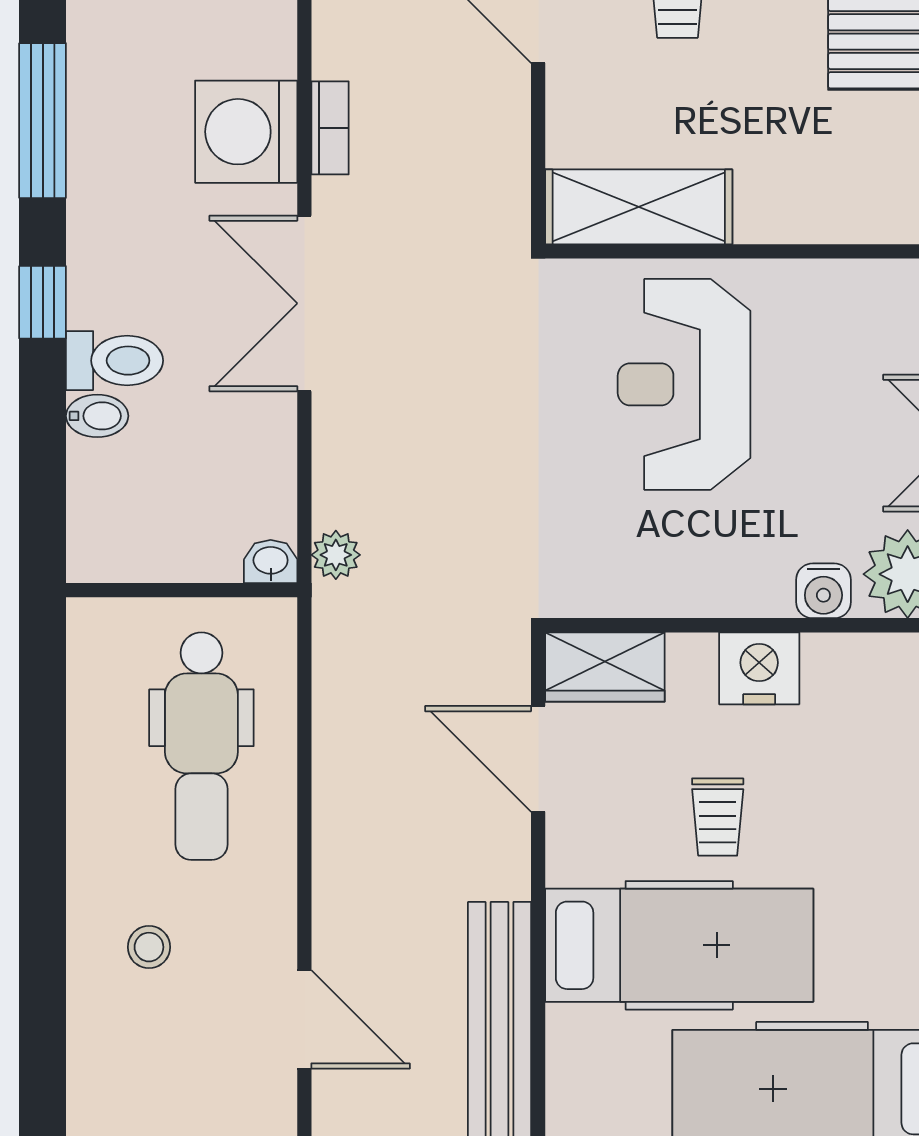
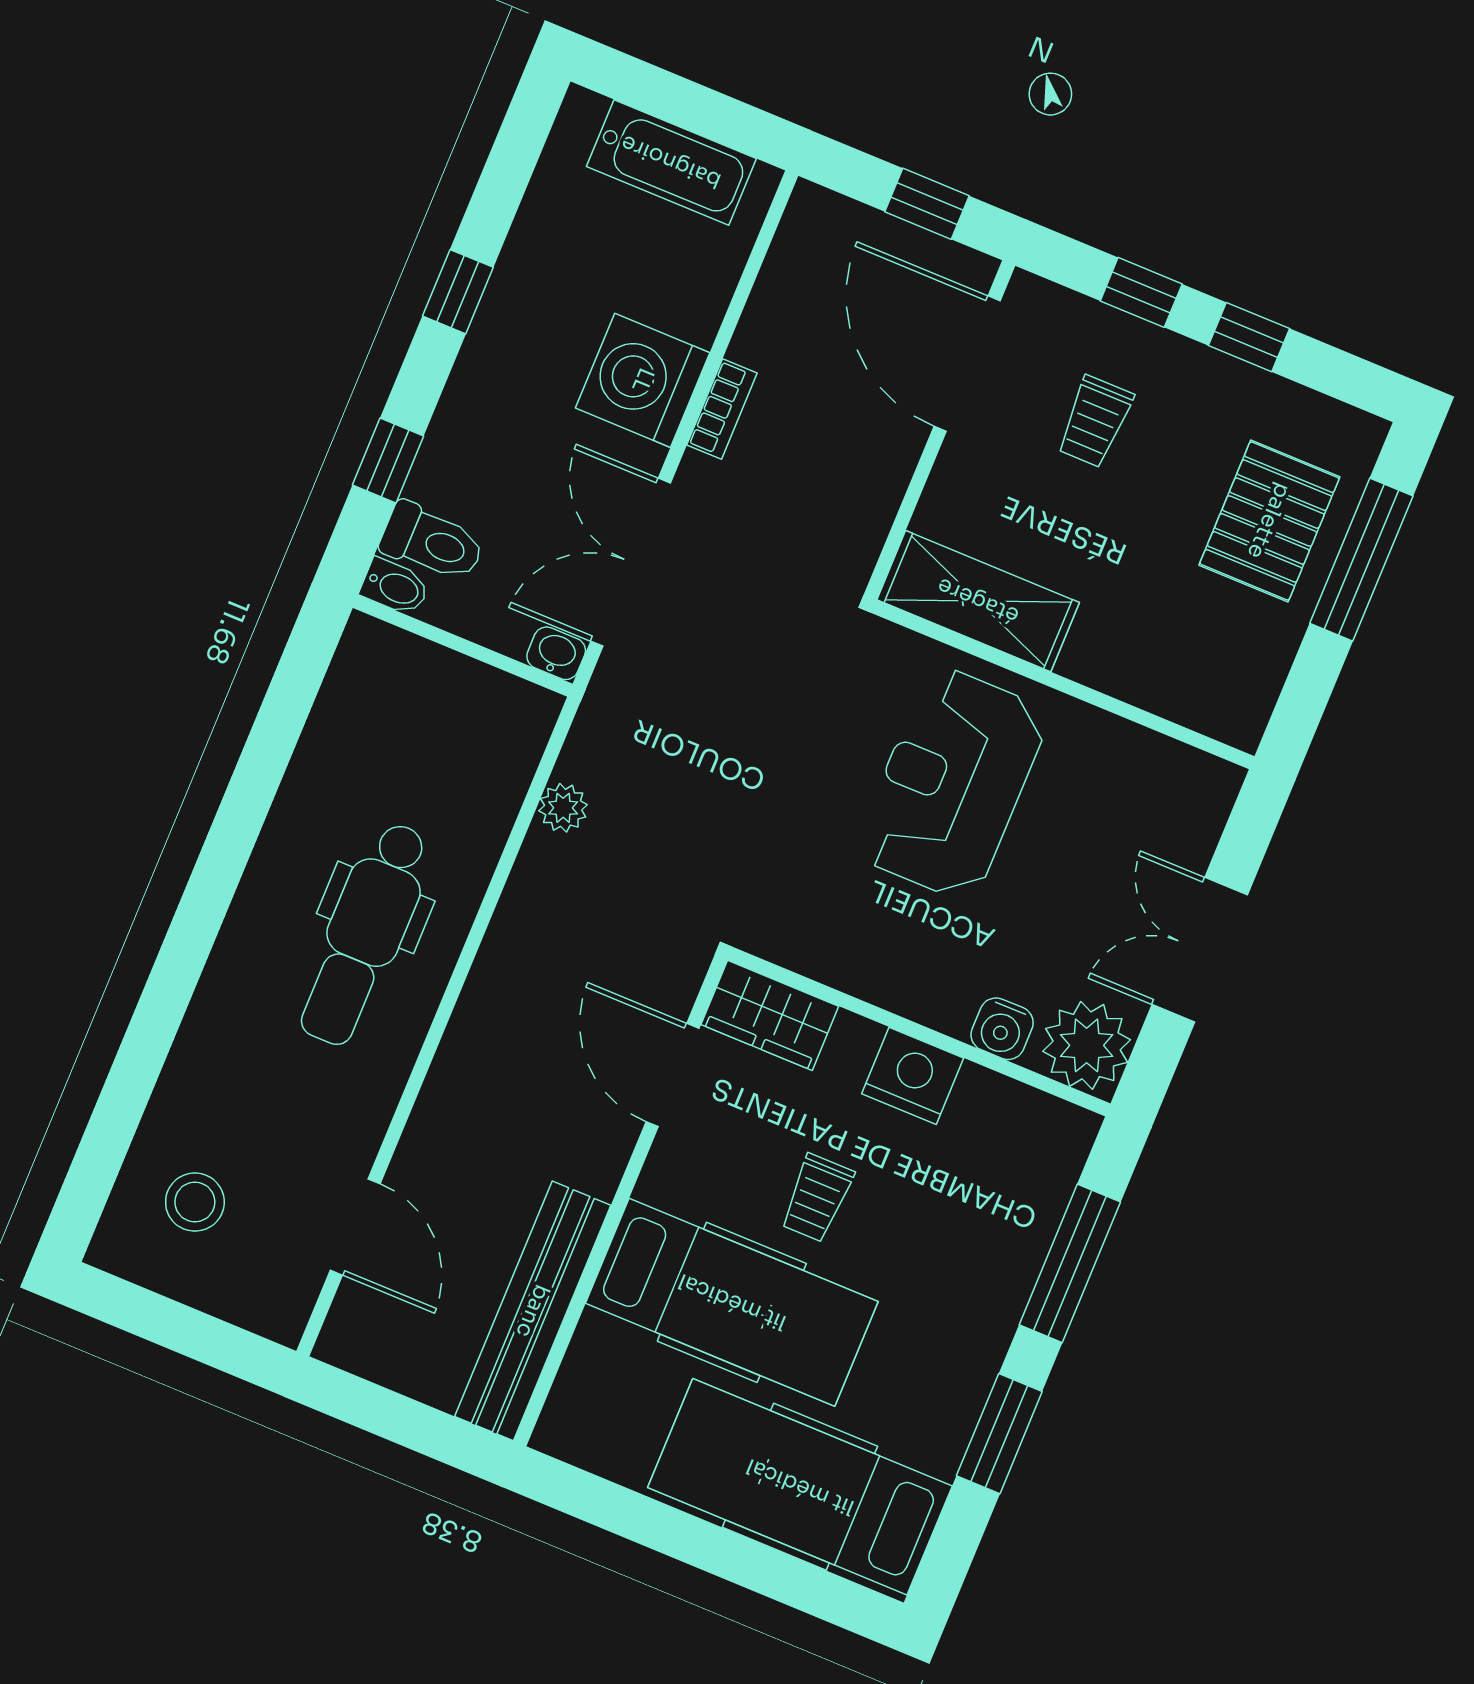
window: (43, 121) -> (458, 292), width x0.46
washbasin: (271, 562) -> (556, 653), moved
wall: (182, 590) -> (463, 646), moved
stool: (149, 947) -> (195, 1202), moved, width x1.37, depth x1.37

